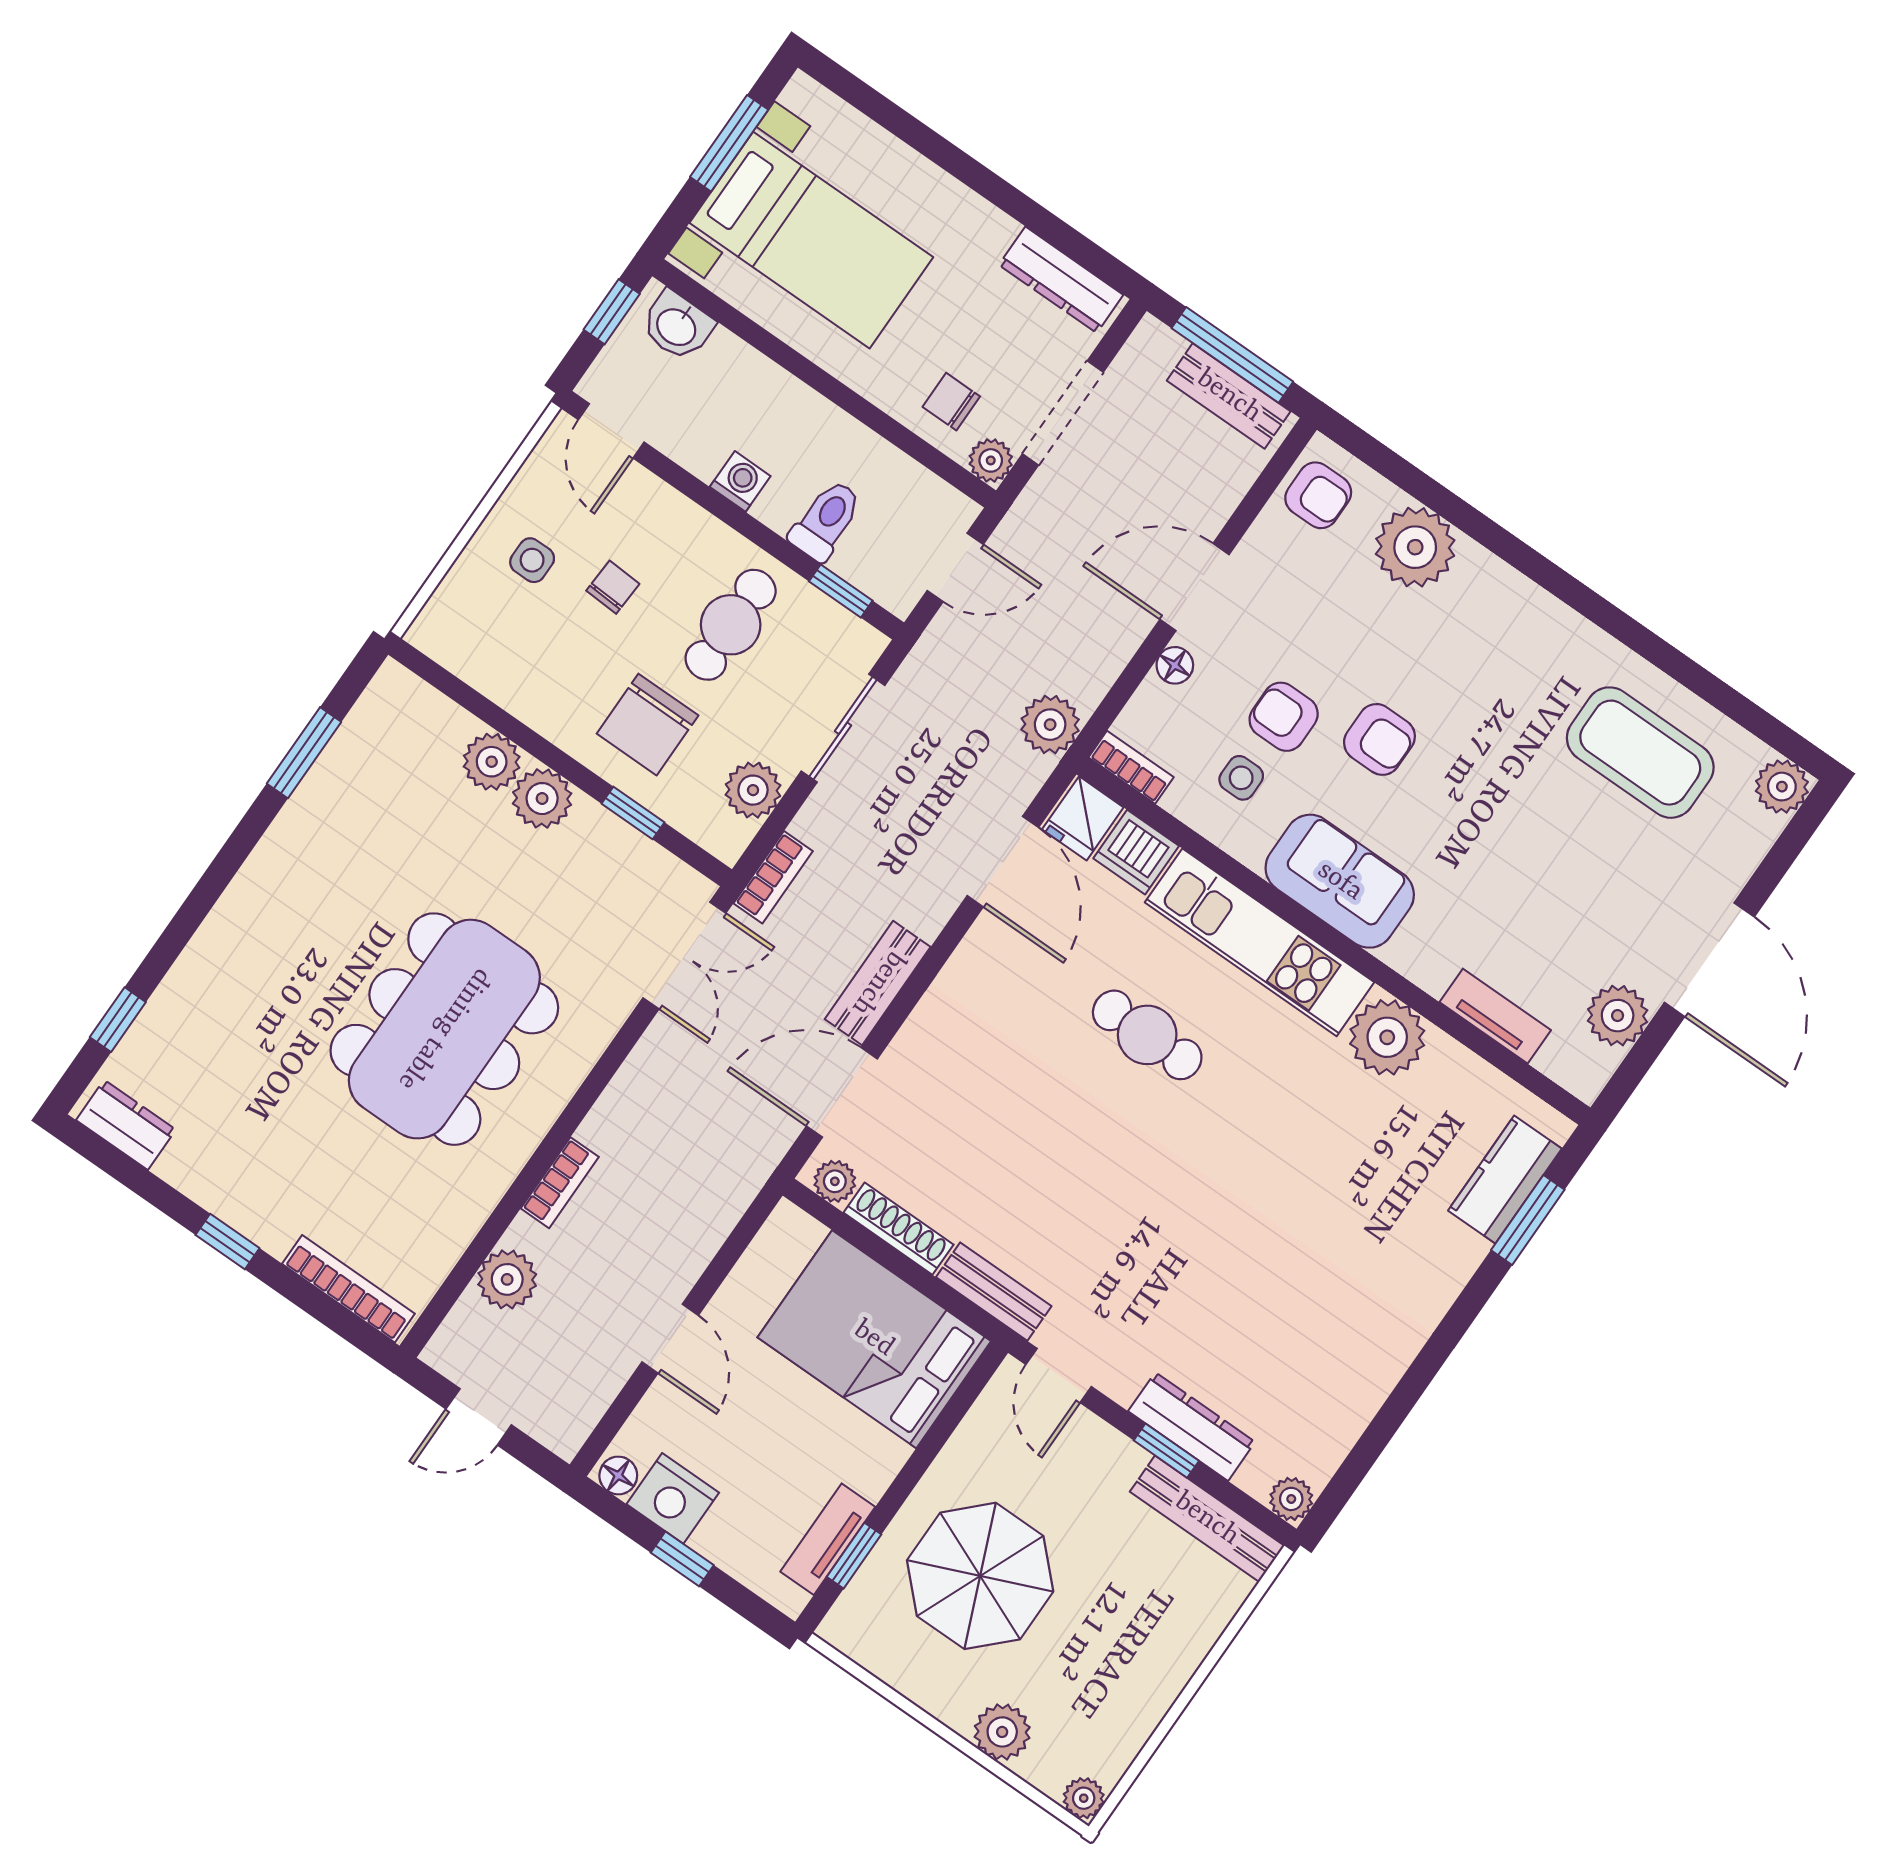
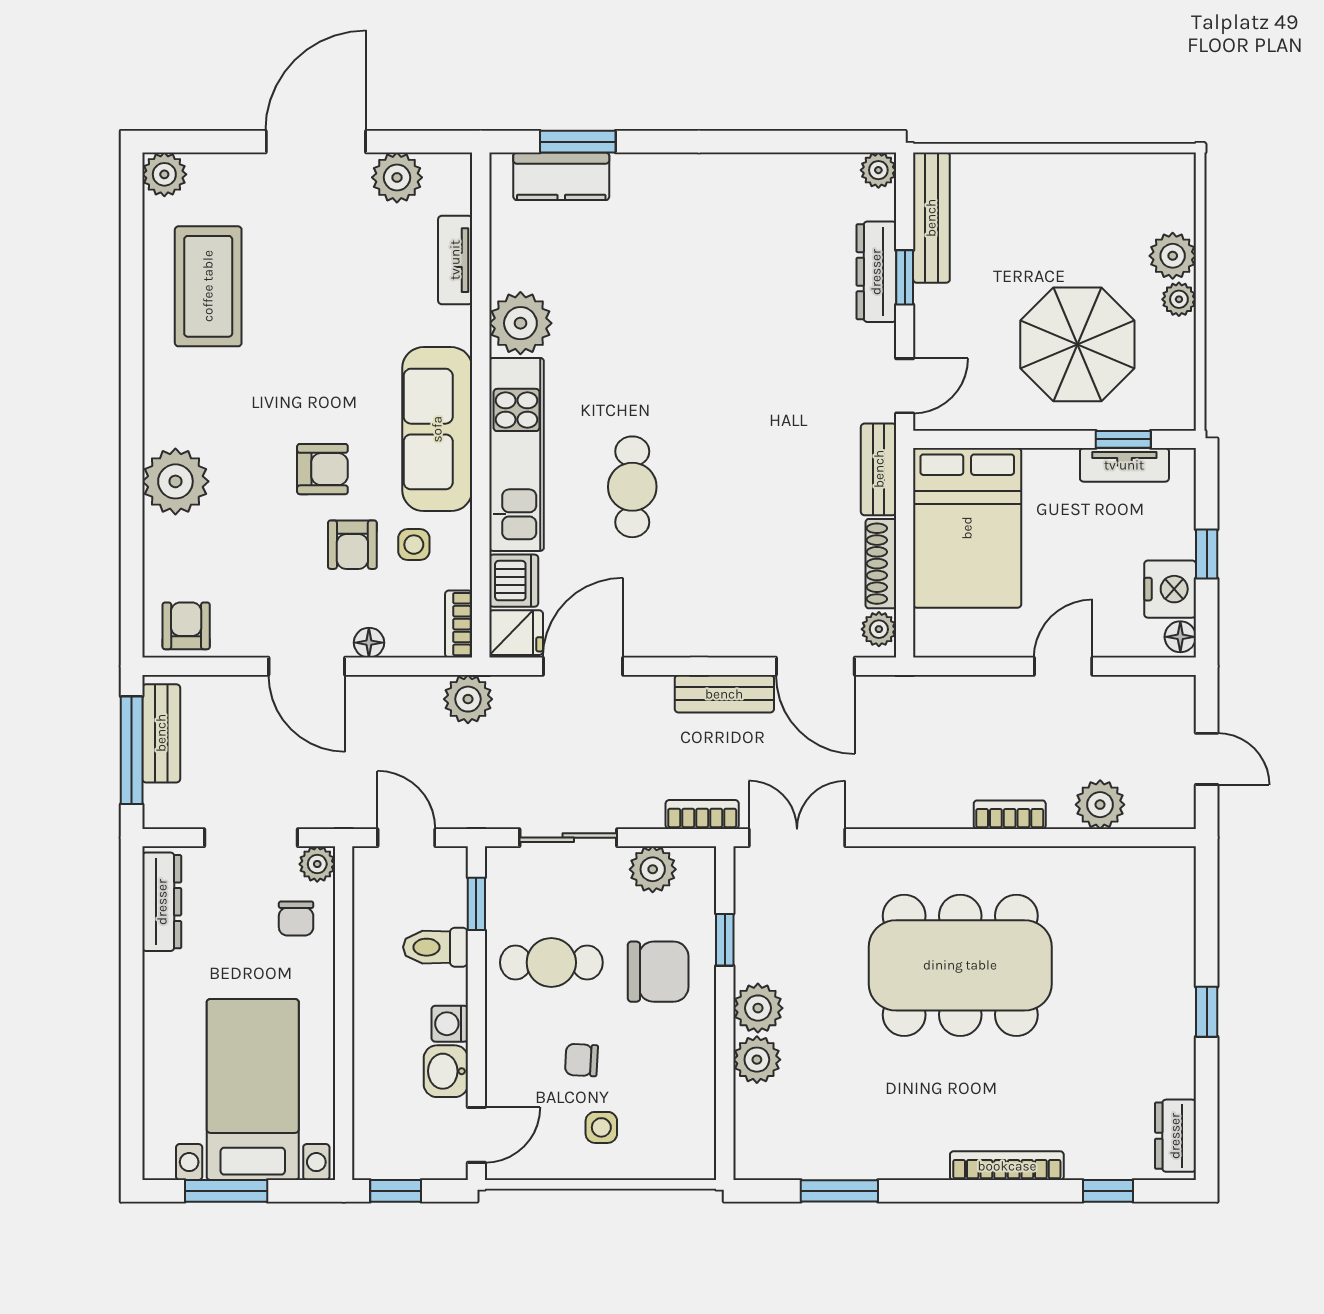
washbasin: (677, 326) -> (446, 1071), moved, turned 180
plant: (1415, 547) -> (175, 481), moved
armchair: (1379, 739) -> (322, 469), turned 90
sofa: (1340, 881) -> (437, 429), width x1.36
bookcase: (348, 1289) -> (1007, 1166), moved, turned 90
plant: (1084, 1798) -> (1179, 299), moved

